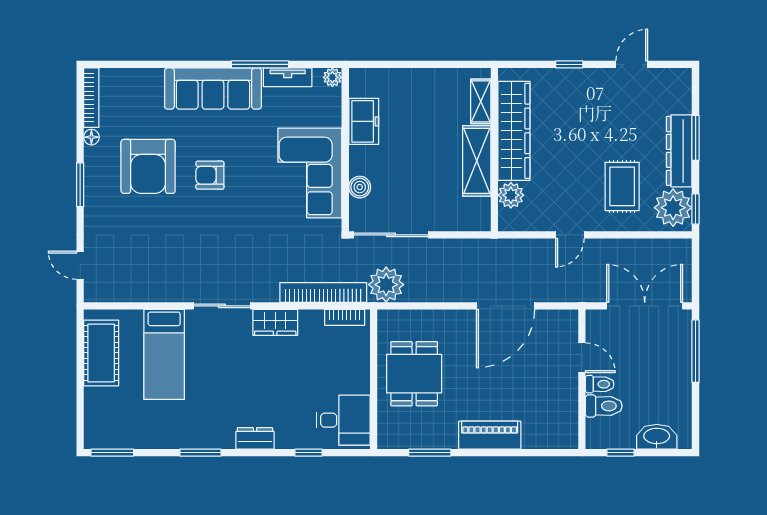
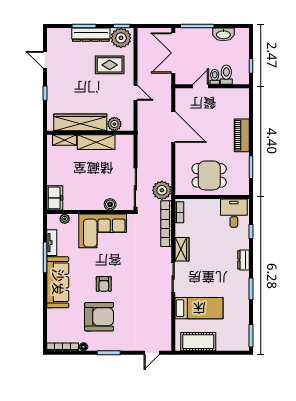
plant: (332, 77) -> (65, 219), moved
freezer: (364, 121) -> (55, 198), moved, turned 90
washbasin: (657, 437) -> (223, 34), moved, turned -90

